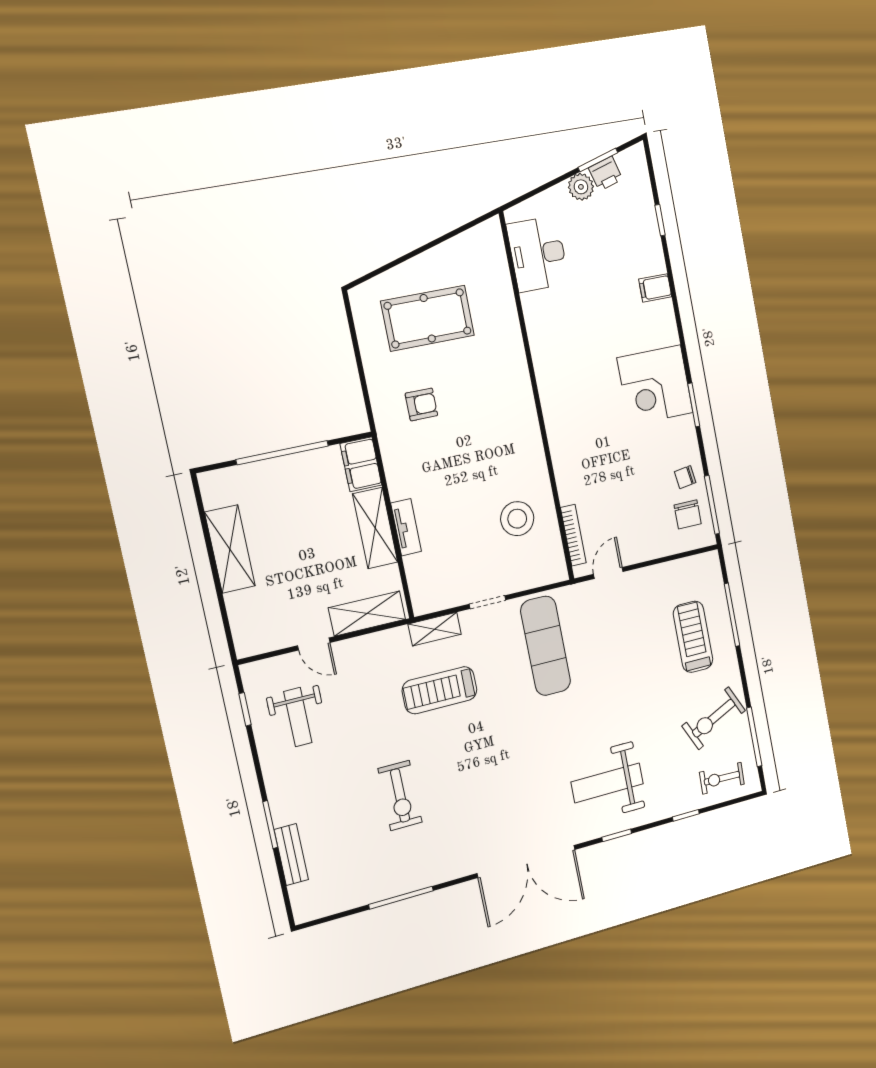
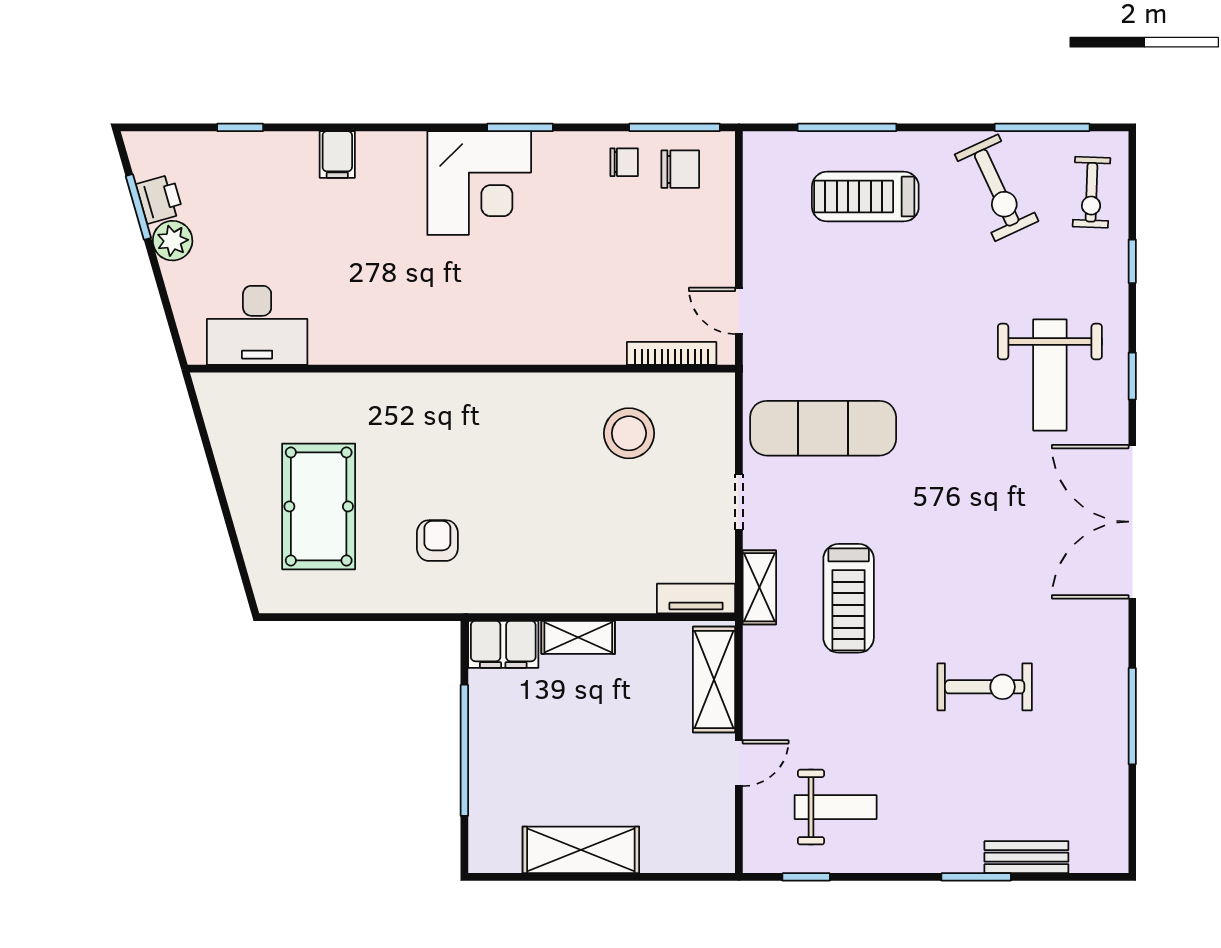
chair: (685, 477) -> (624, 162), turned -82
tv unit: (406, 527) -> (696, 599), moved
shelving: (375, 528) -> (578, 637), width x0.67, depth x0.75
double door: (526, 861) -> (1132, 522), swing flipped

